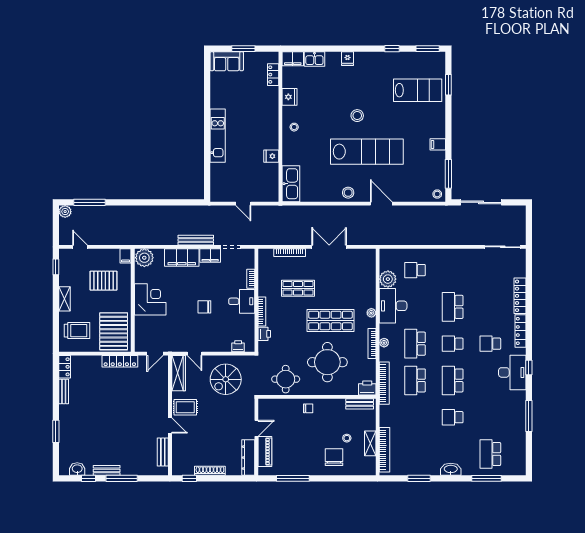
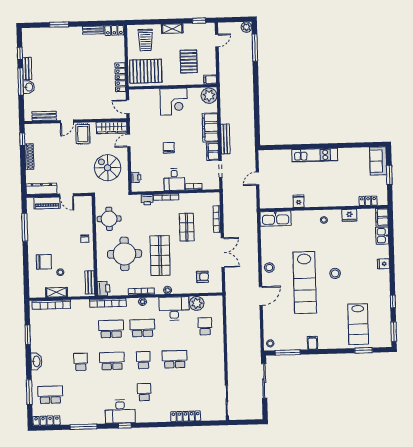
armchair: (357, 271) -> (202, 277), added
locker: (520, 331) -> (47, 421), moved
washbasin: (77, 469) -> (29, 87), moved

